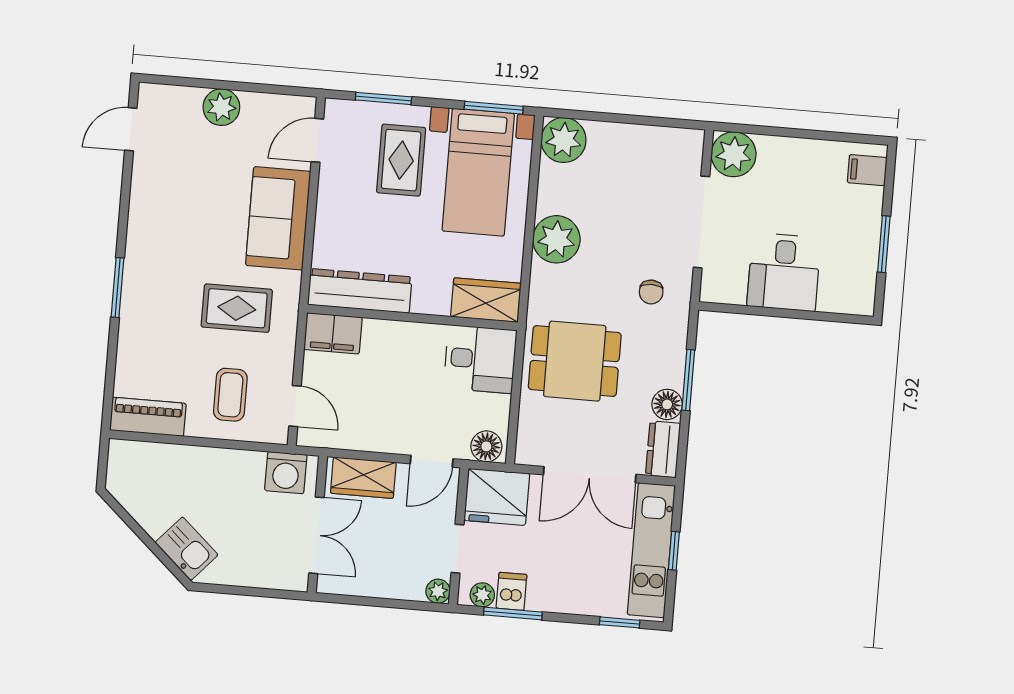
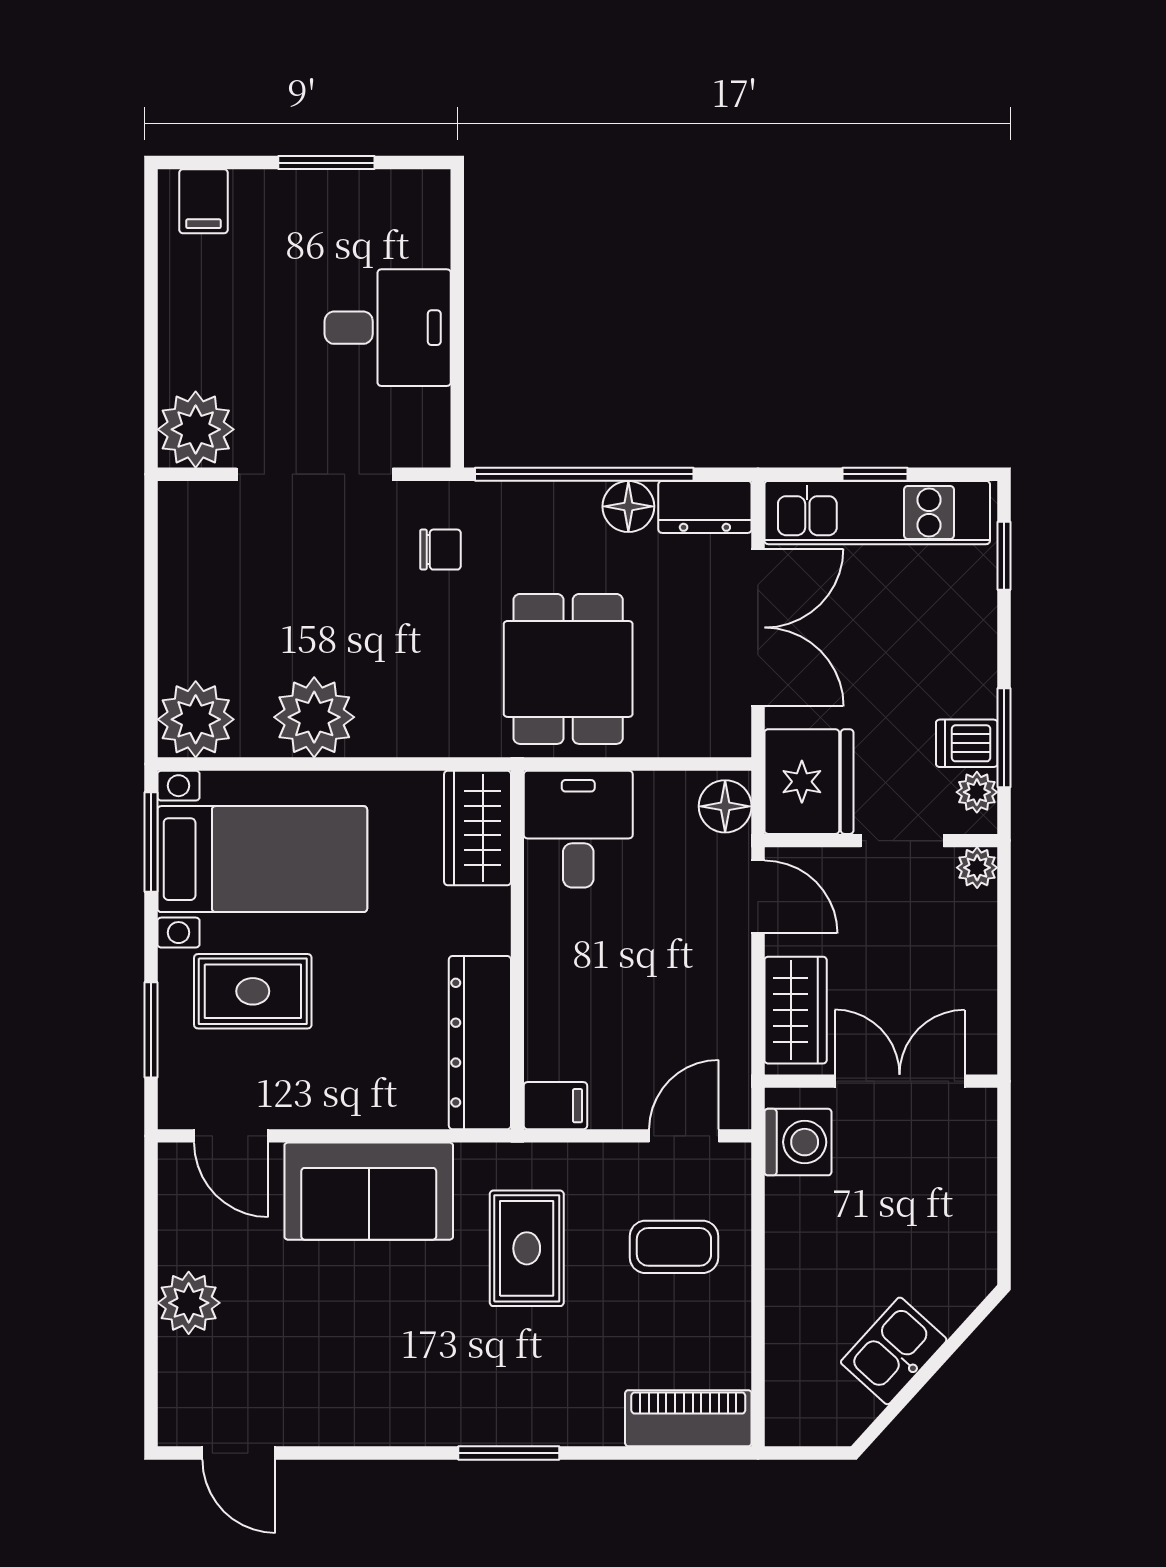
plant: (556, 239) -> (314, 717), moved
filing cabinet: (333, 333) -> (555, 1106), width x0.50
window: (688, 380) -> (584, 474), width x2.11
piano: (148, 417) -> (688, 1418), moved, turned 90
kitchen sink: (187, 549) -> (894, 1351), moved

